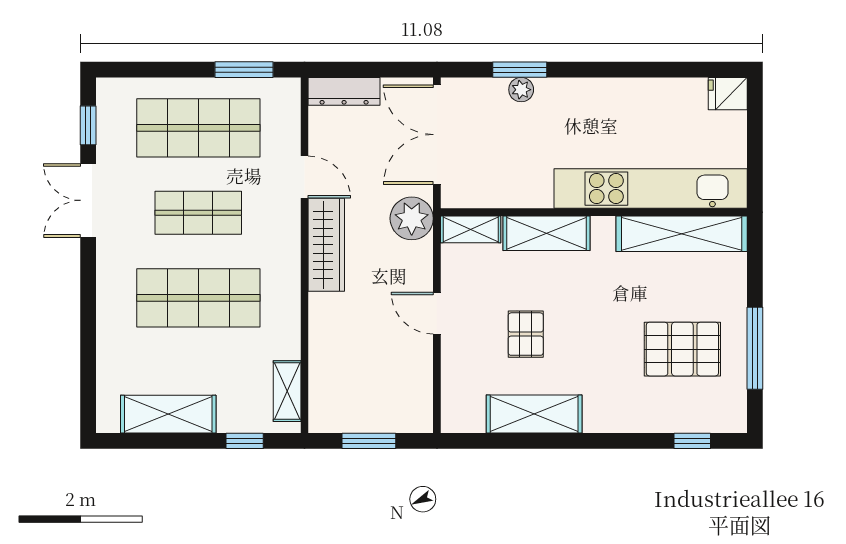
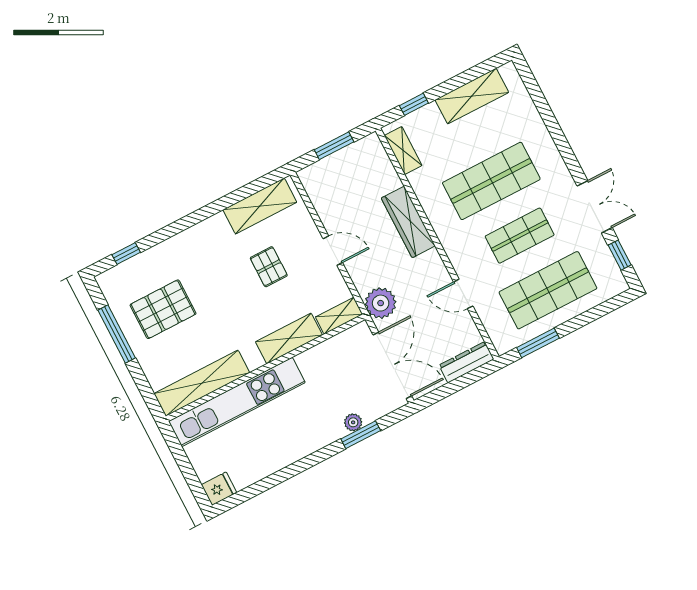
wardrobe: (326, 245) -> (408, 222), moved
shelving: (534, 414) -> (260, 206), moved

